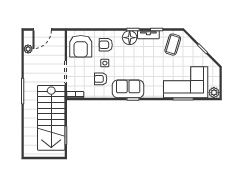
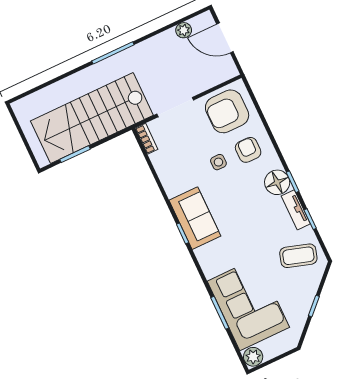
armchair: (101, 79) -> (190, 167), removed

